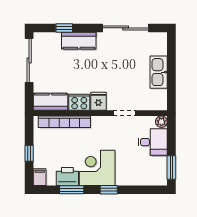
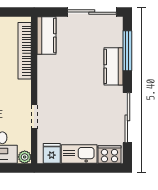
window: (64, 28) -> (127, 51), width x2.17
fridge: (98, 101) -> (52, 153), moved, turned -90
cooker: (79, 102) -> (109, 155), moved, turned -90

